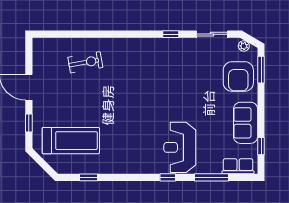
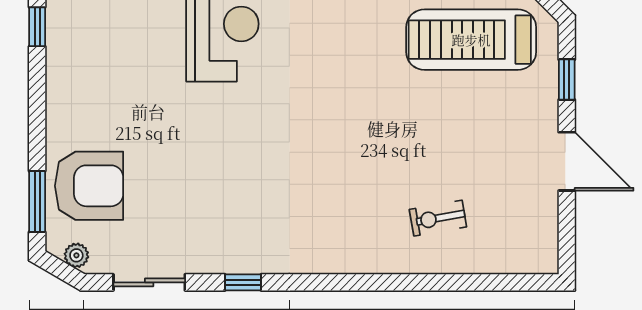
exercise bike: (85, 62) -> (438, 218), width x0.73, depth x0.72
armchair: (238, 76) -> (89, 186), turned 90
sofa: (246, 123) -> (72, 80), removed

